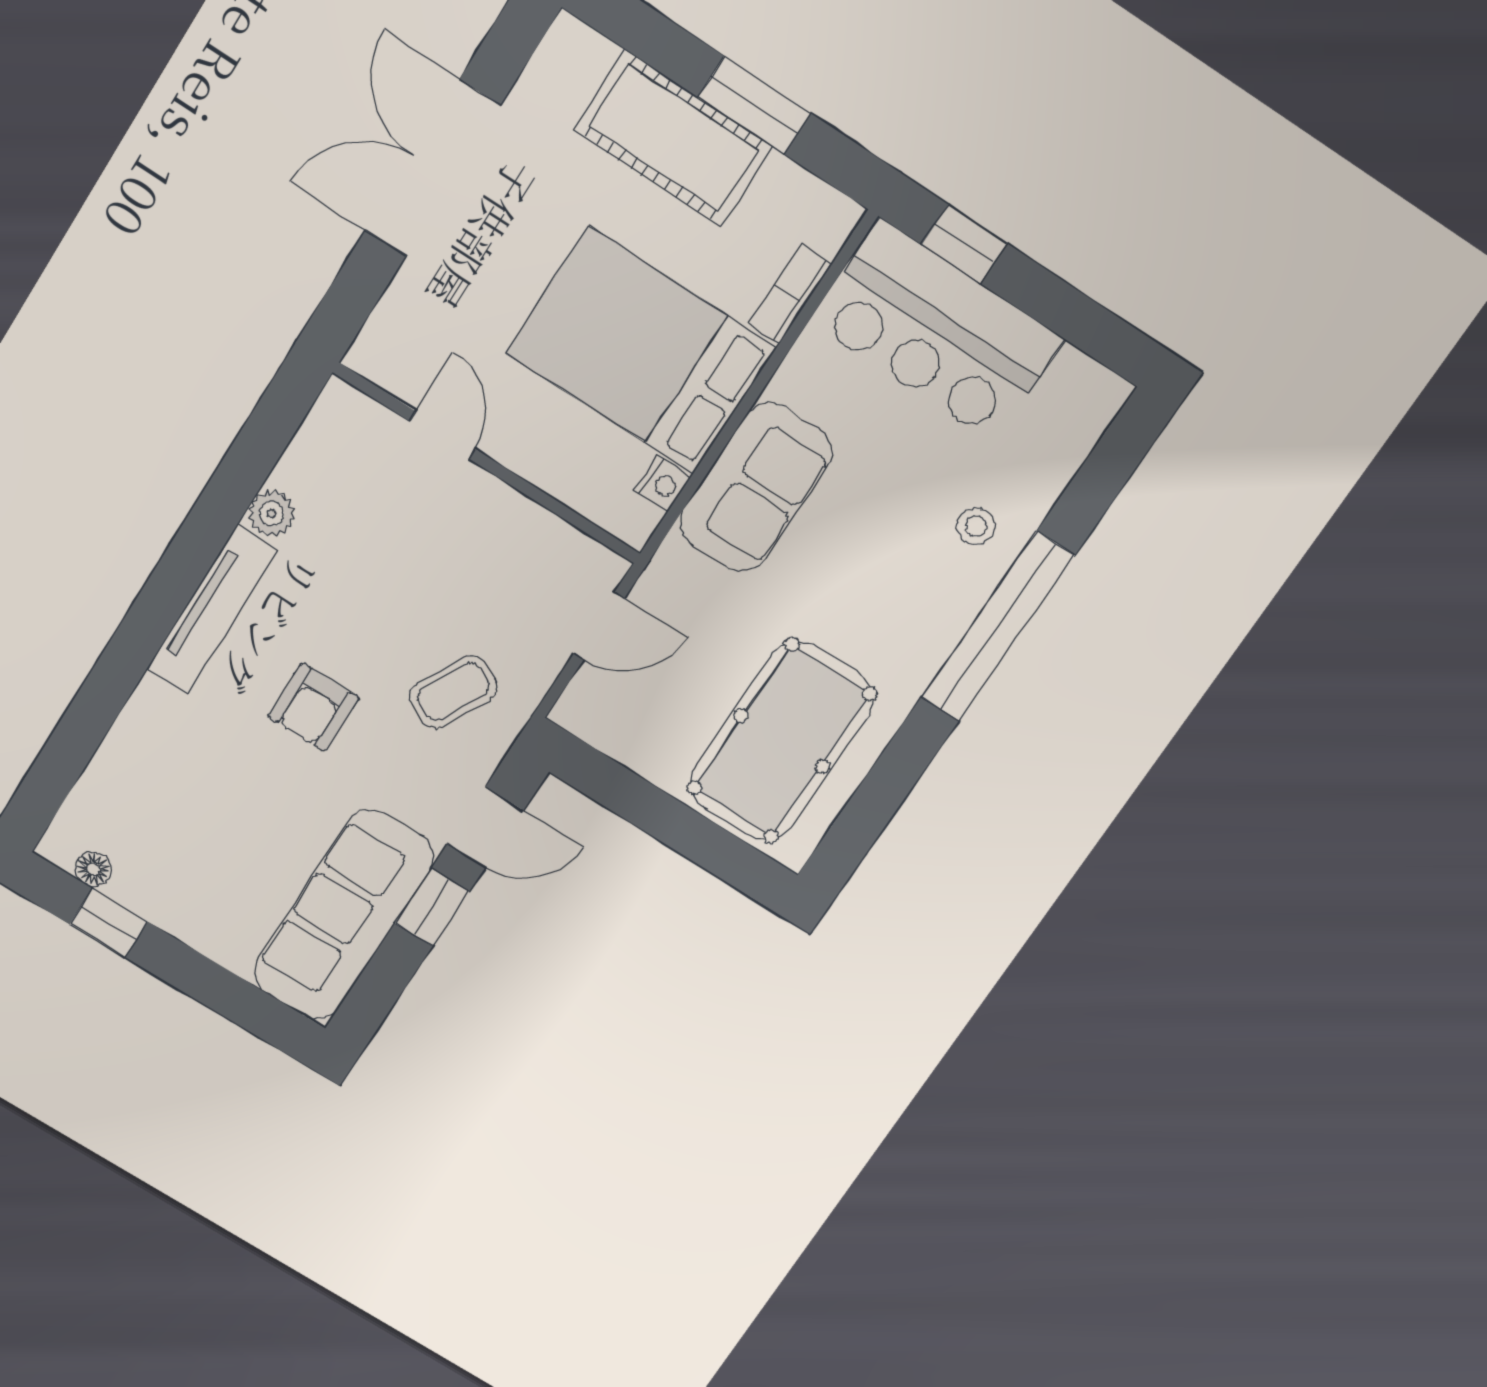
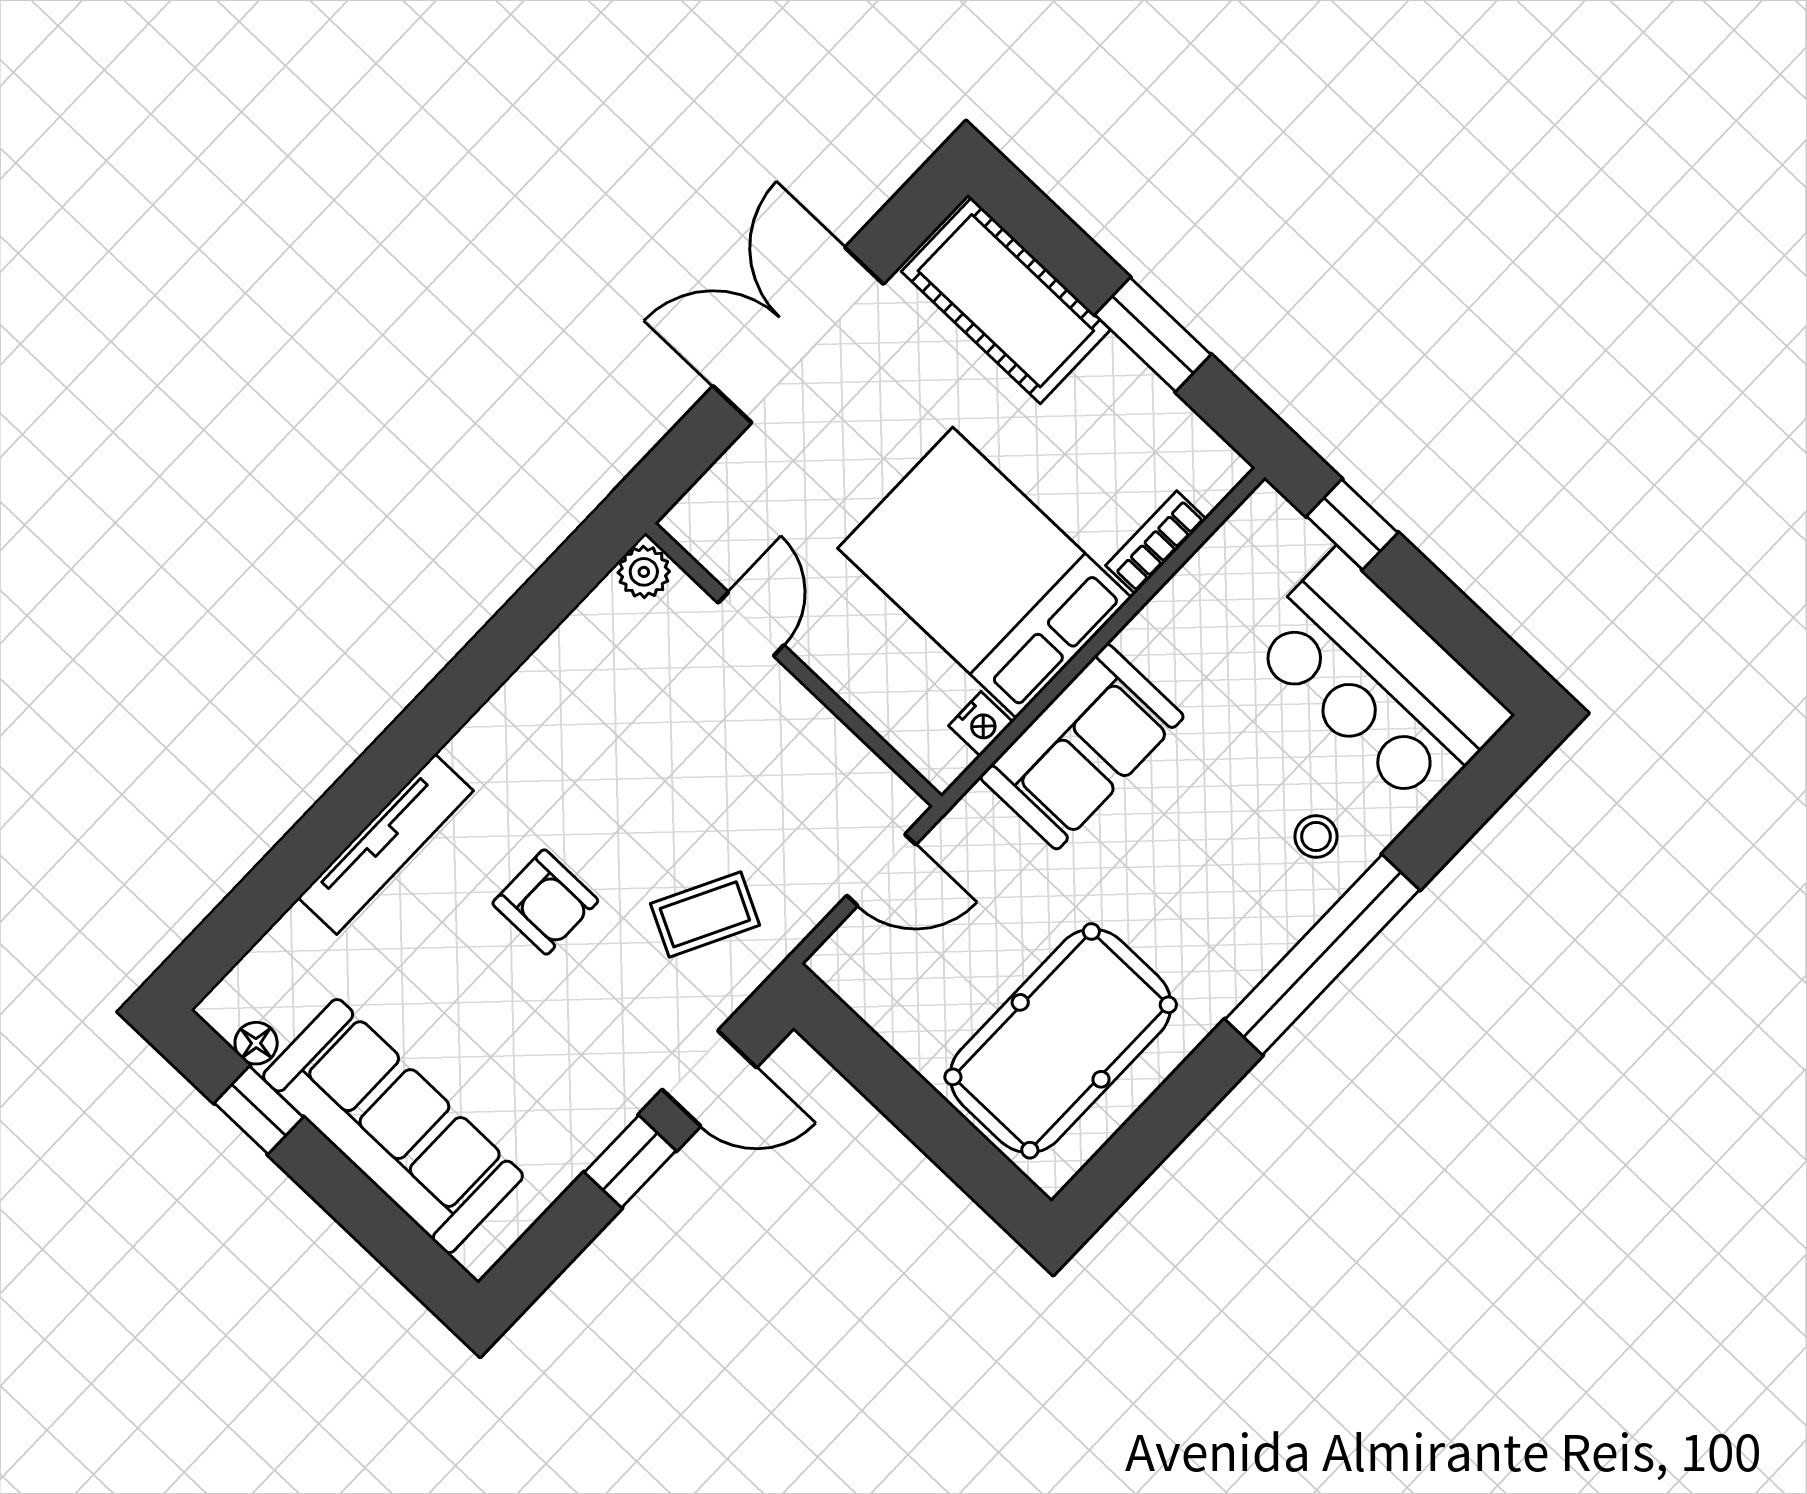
cot: (673, 138) -> (1006, 301), moved
bar counter: (937, 331) -> (1378, 680), moved
plant: (272, 513) -> (644, 572), moved
tv unit: (212, 610) -> (386, 844), moved
armchair: (313, 707) -> (545, 902), turned -90
sofa: (344, 915) -> (393, 1126), moved, turned 90

